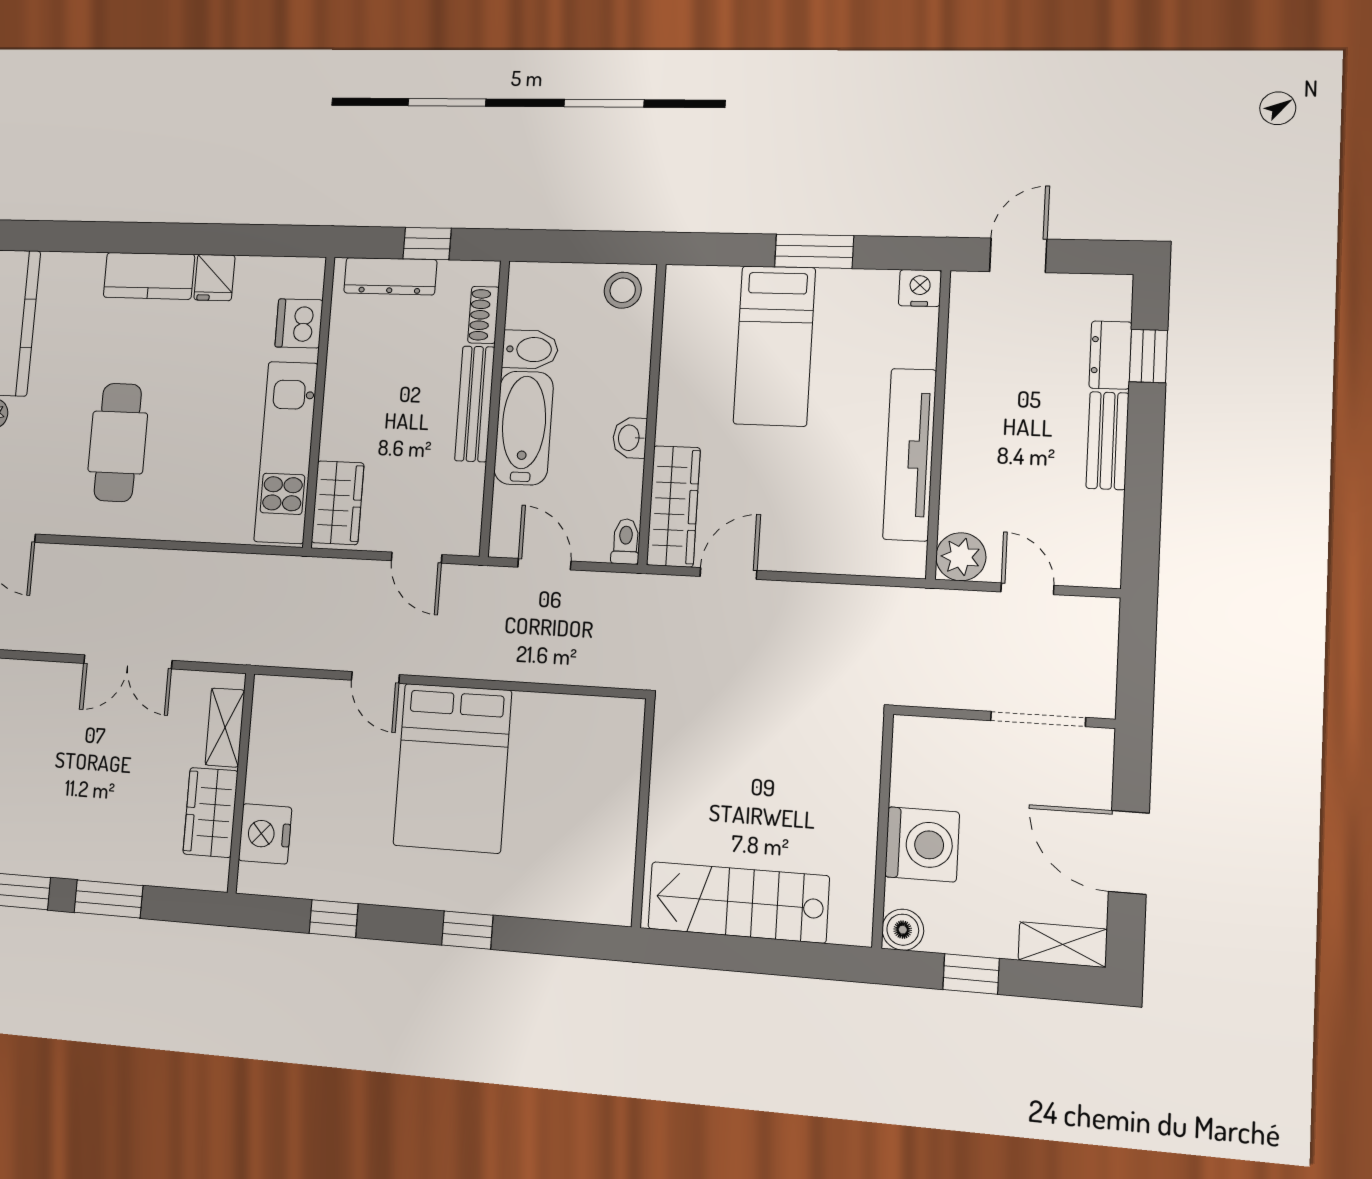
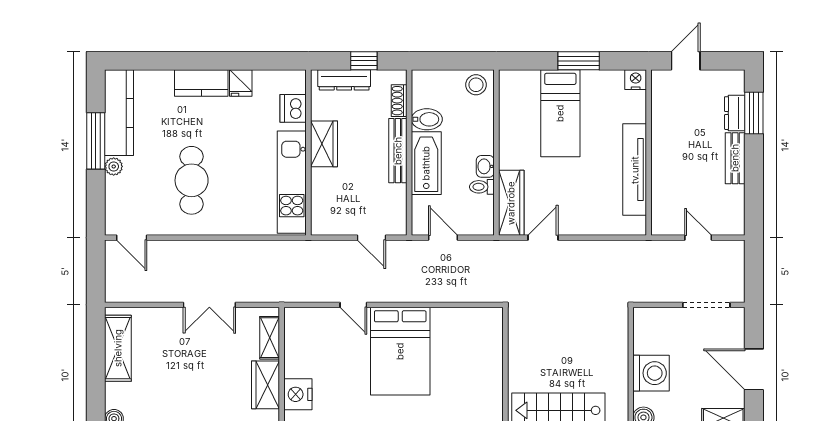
window: (1148, 356) -> (754, 113), width x1.50
wardrobe: (338, 503) -> (324, 144), moved
toilet: (626, 541) -> (482, 187), moved, turned -90
plant: (961, 557) -> (664, 223), removed

